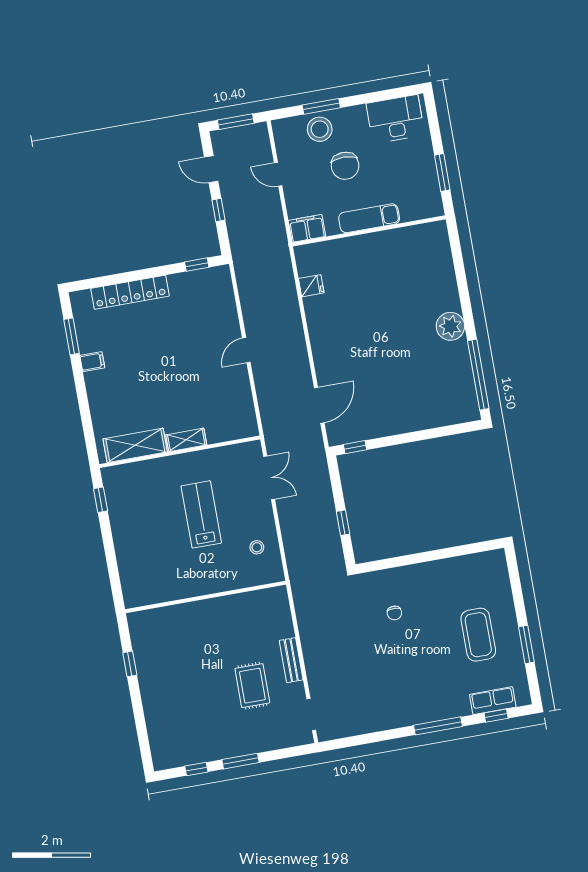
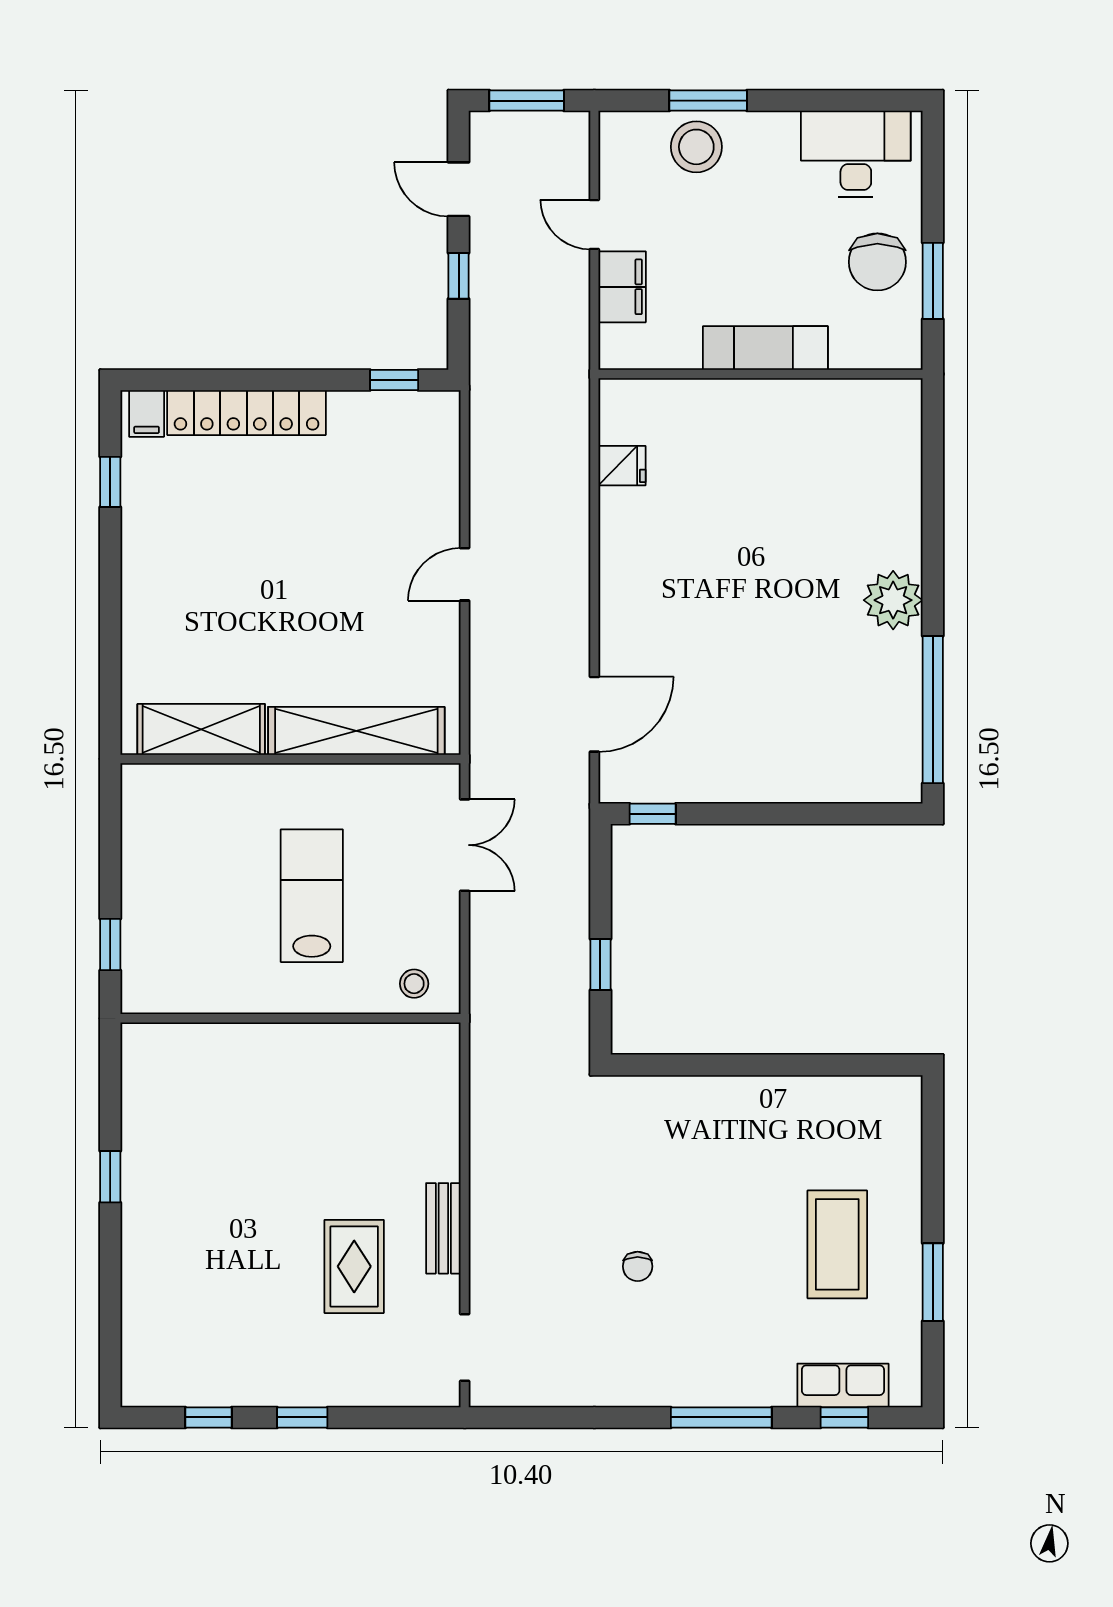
chair: (345, 166) -> (877, 262), moved
filing cabinet: (307, 228) -> (622, 287), moved, turned 90
window: (72, 336) -> (110, 482), width x0.67
filing cabinet: (92, 362) -> (147, 414), moved, turned 90
shelving: (186, 440) -> (356, 731), width x2.20, depth x1.33
window: (101, 500) -> (110, 944), moved
wall: (206, 597) -> (290, 1018), moved
chair: (394, 613) -> (638, 1266), moved
window: (241, 761) -> (302, 1417), width x0.67

